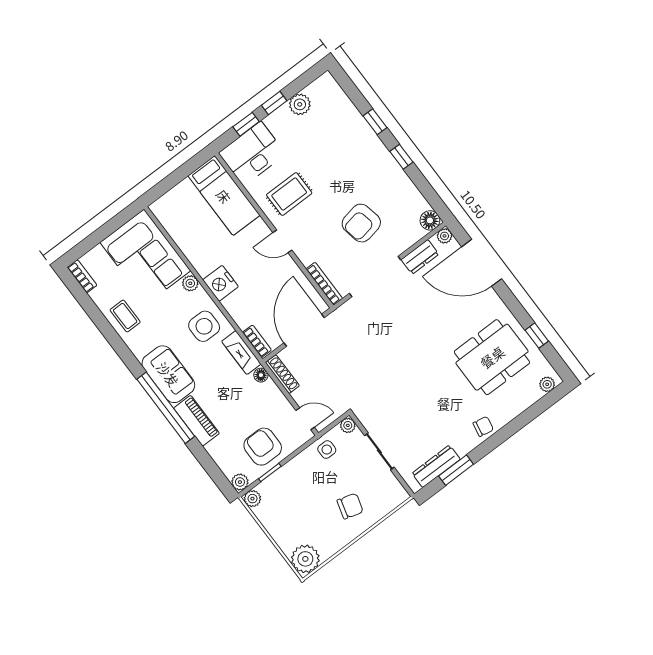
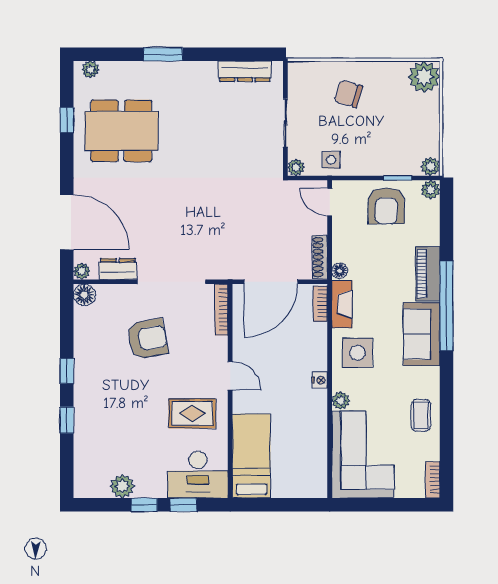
nightstand: (221, 283) -> (320, 380), width x0.53, depth x0.56
chair: (483, 426) -> (176, 75), removed
window: (456, 470) -> (163, 54), moved

